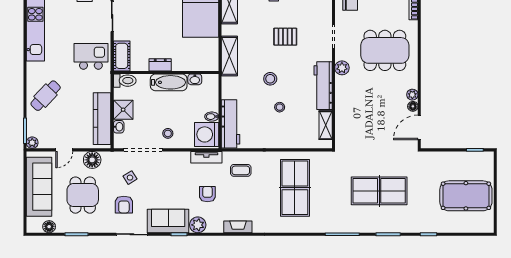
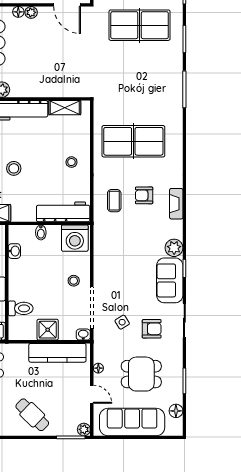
toilet: (125, 81) -> (21, 308), moved, turned 90
bathtub: (169, 82) -> (18, 280), removed
floor lamp: (413, 106) -> (18, 12), moved
stool: (280, 107) -> (71, 162), moved
bidet: (212, 117) -> (41, 232), moved
washbasin: (119, 127) -> (83, 335), moved
tv unit: (206, 157) -> (100, 238), removed
floor lamp: (92, 160) -> (98, 368), width x0.53, depth x0.53
table tennis table: (379, 191) -> (140, 25), moved, turned 90
armchair: (207, 194) -> (144, 195), moved

